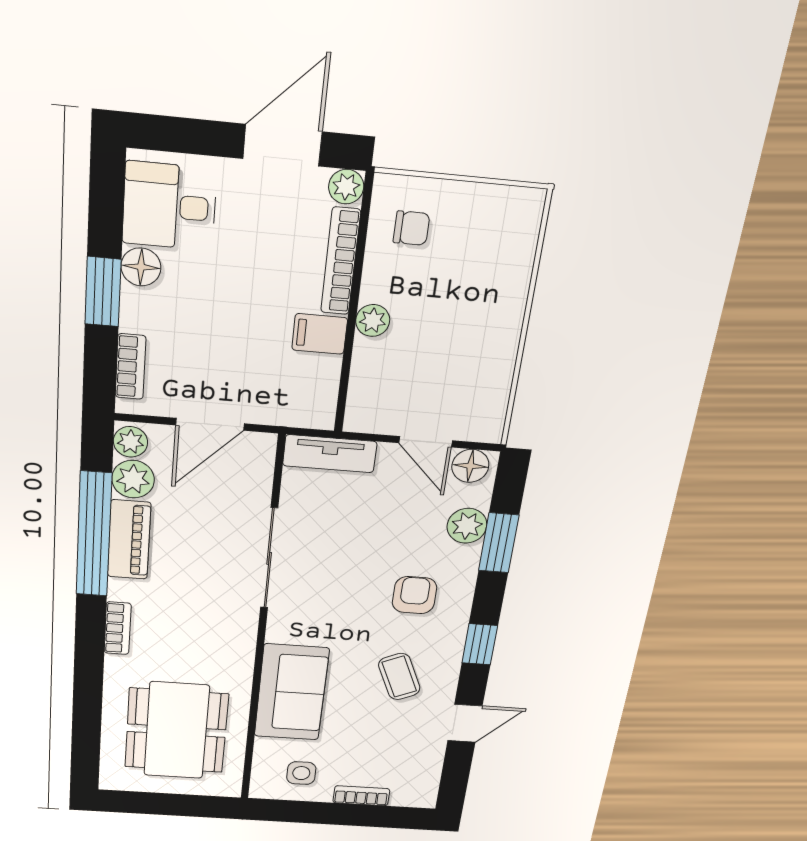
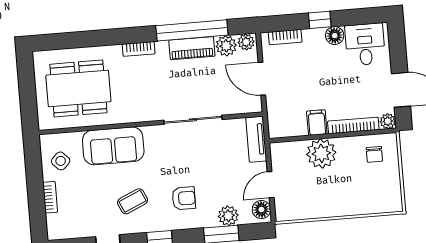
window: (103, 292) -> (320, 20), width x0.67
plant: (373, 321) -> (321, 153), width x1.87, depth x1.87
side table: (301, 773) -> (61, 161), turned 45

